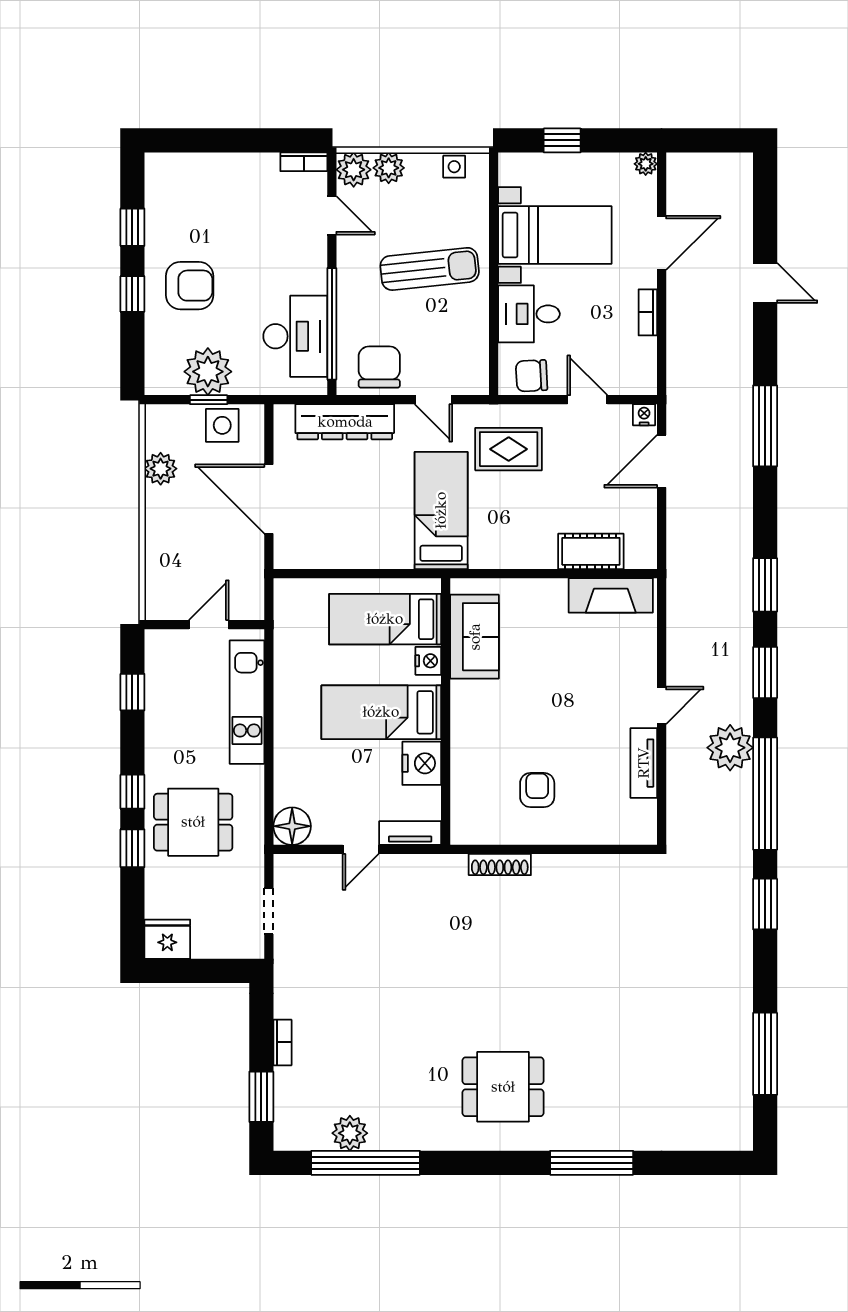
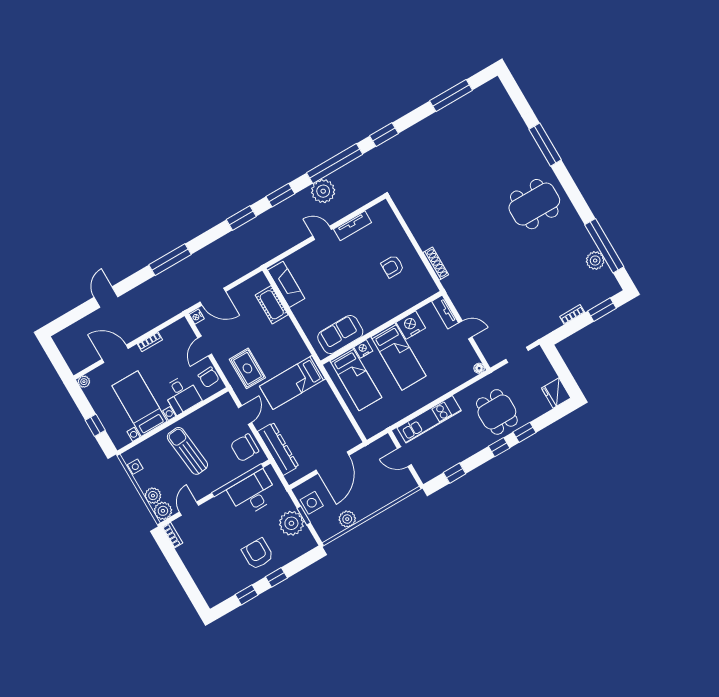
floor lamp: (292, 826) -> (479, 368), width x0.53, depth x0.53
dining table: (503, 1087) -> (534, 204), width x1.38

